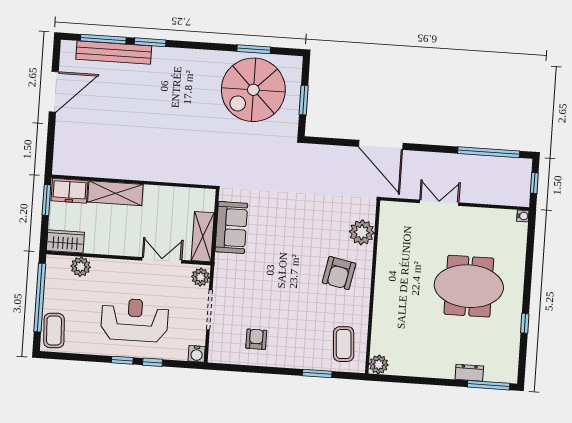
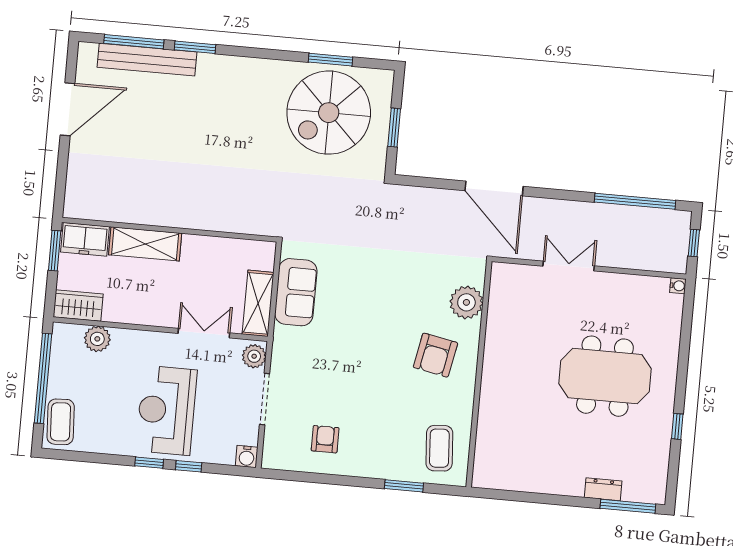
reception desk: (135, 320) -> (166, 410), turned -90
plant: (379, 365) -> (485, 476), removed

